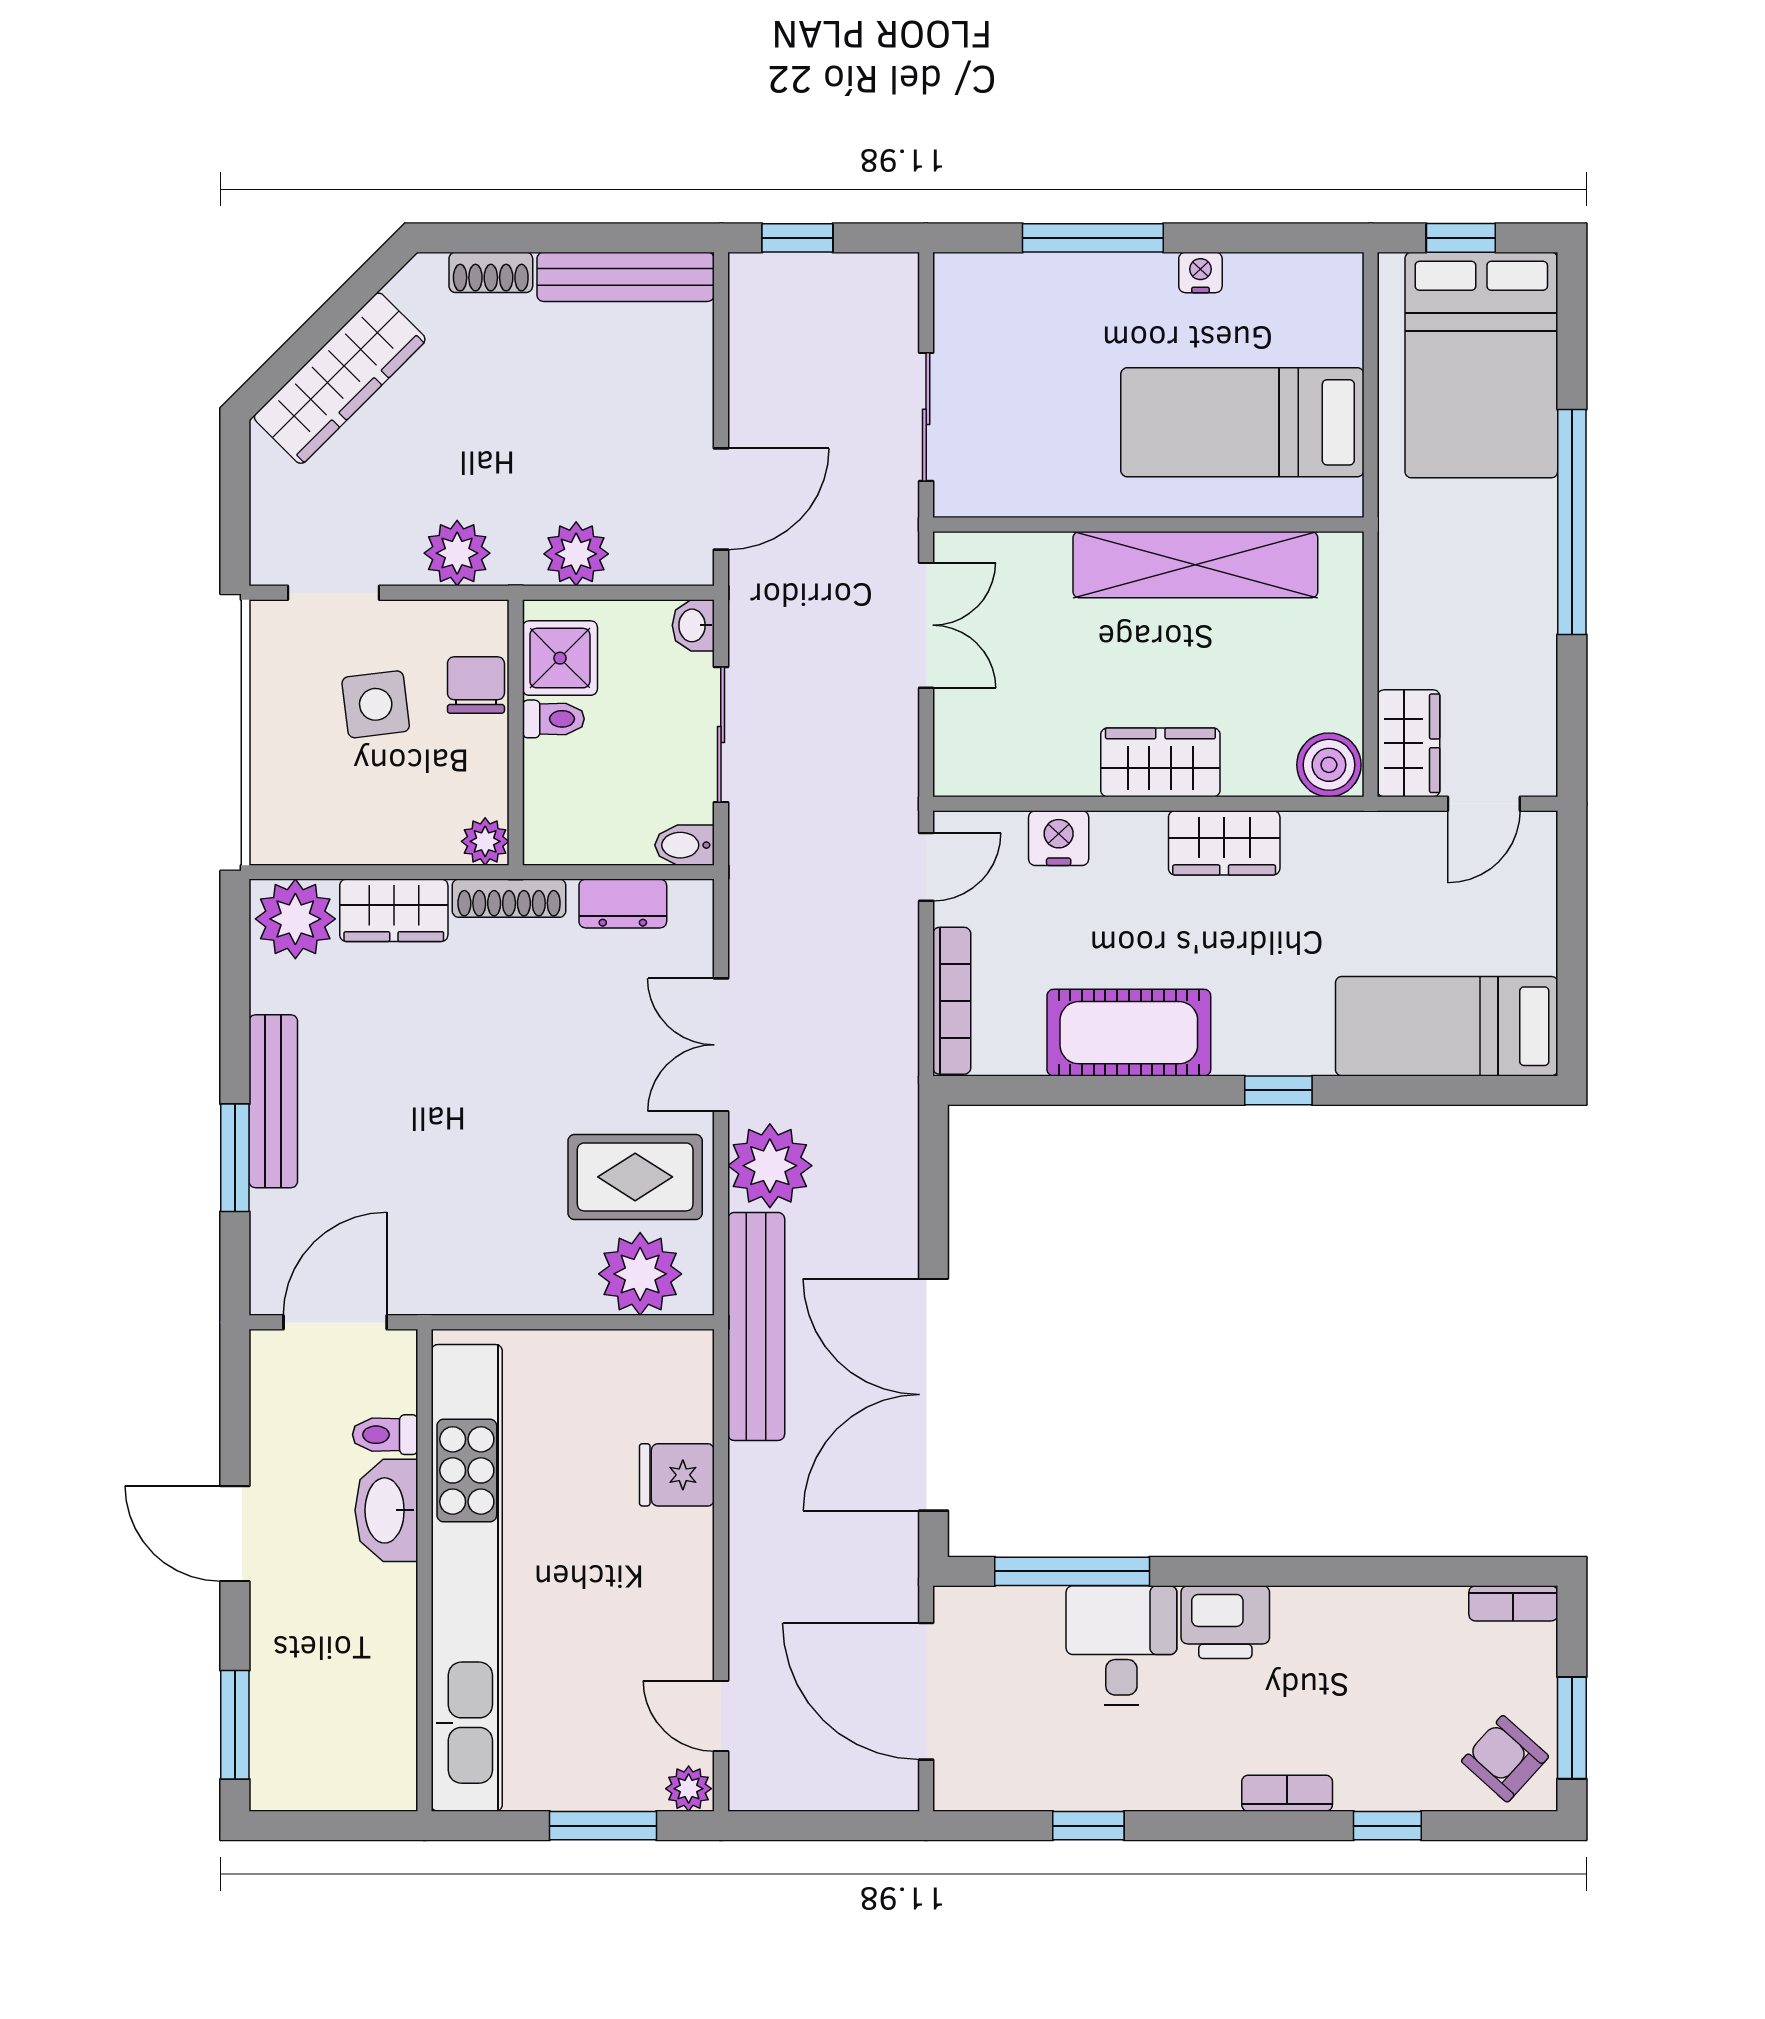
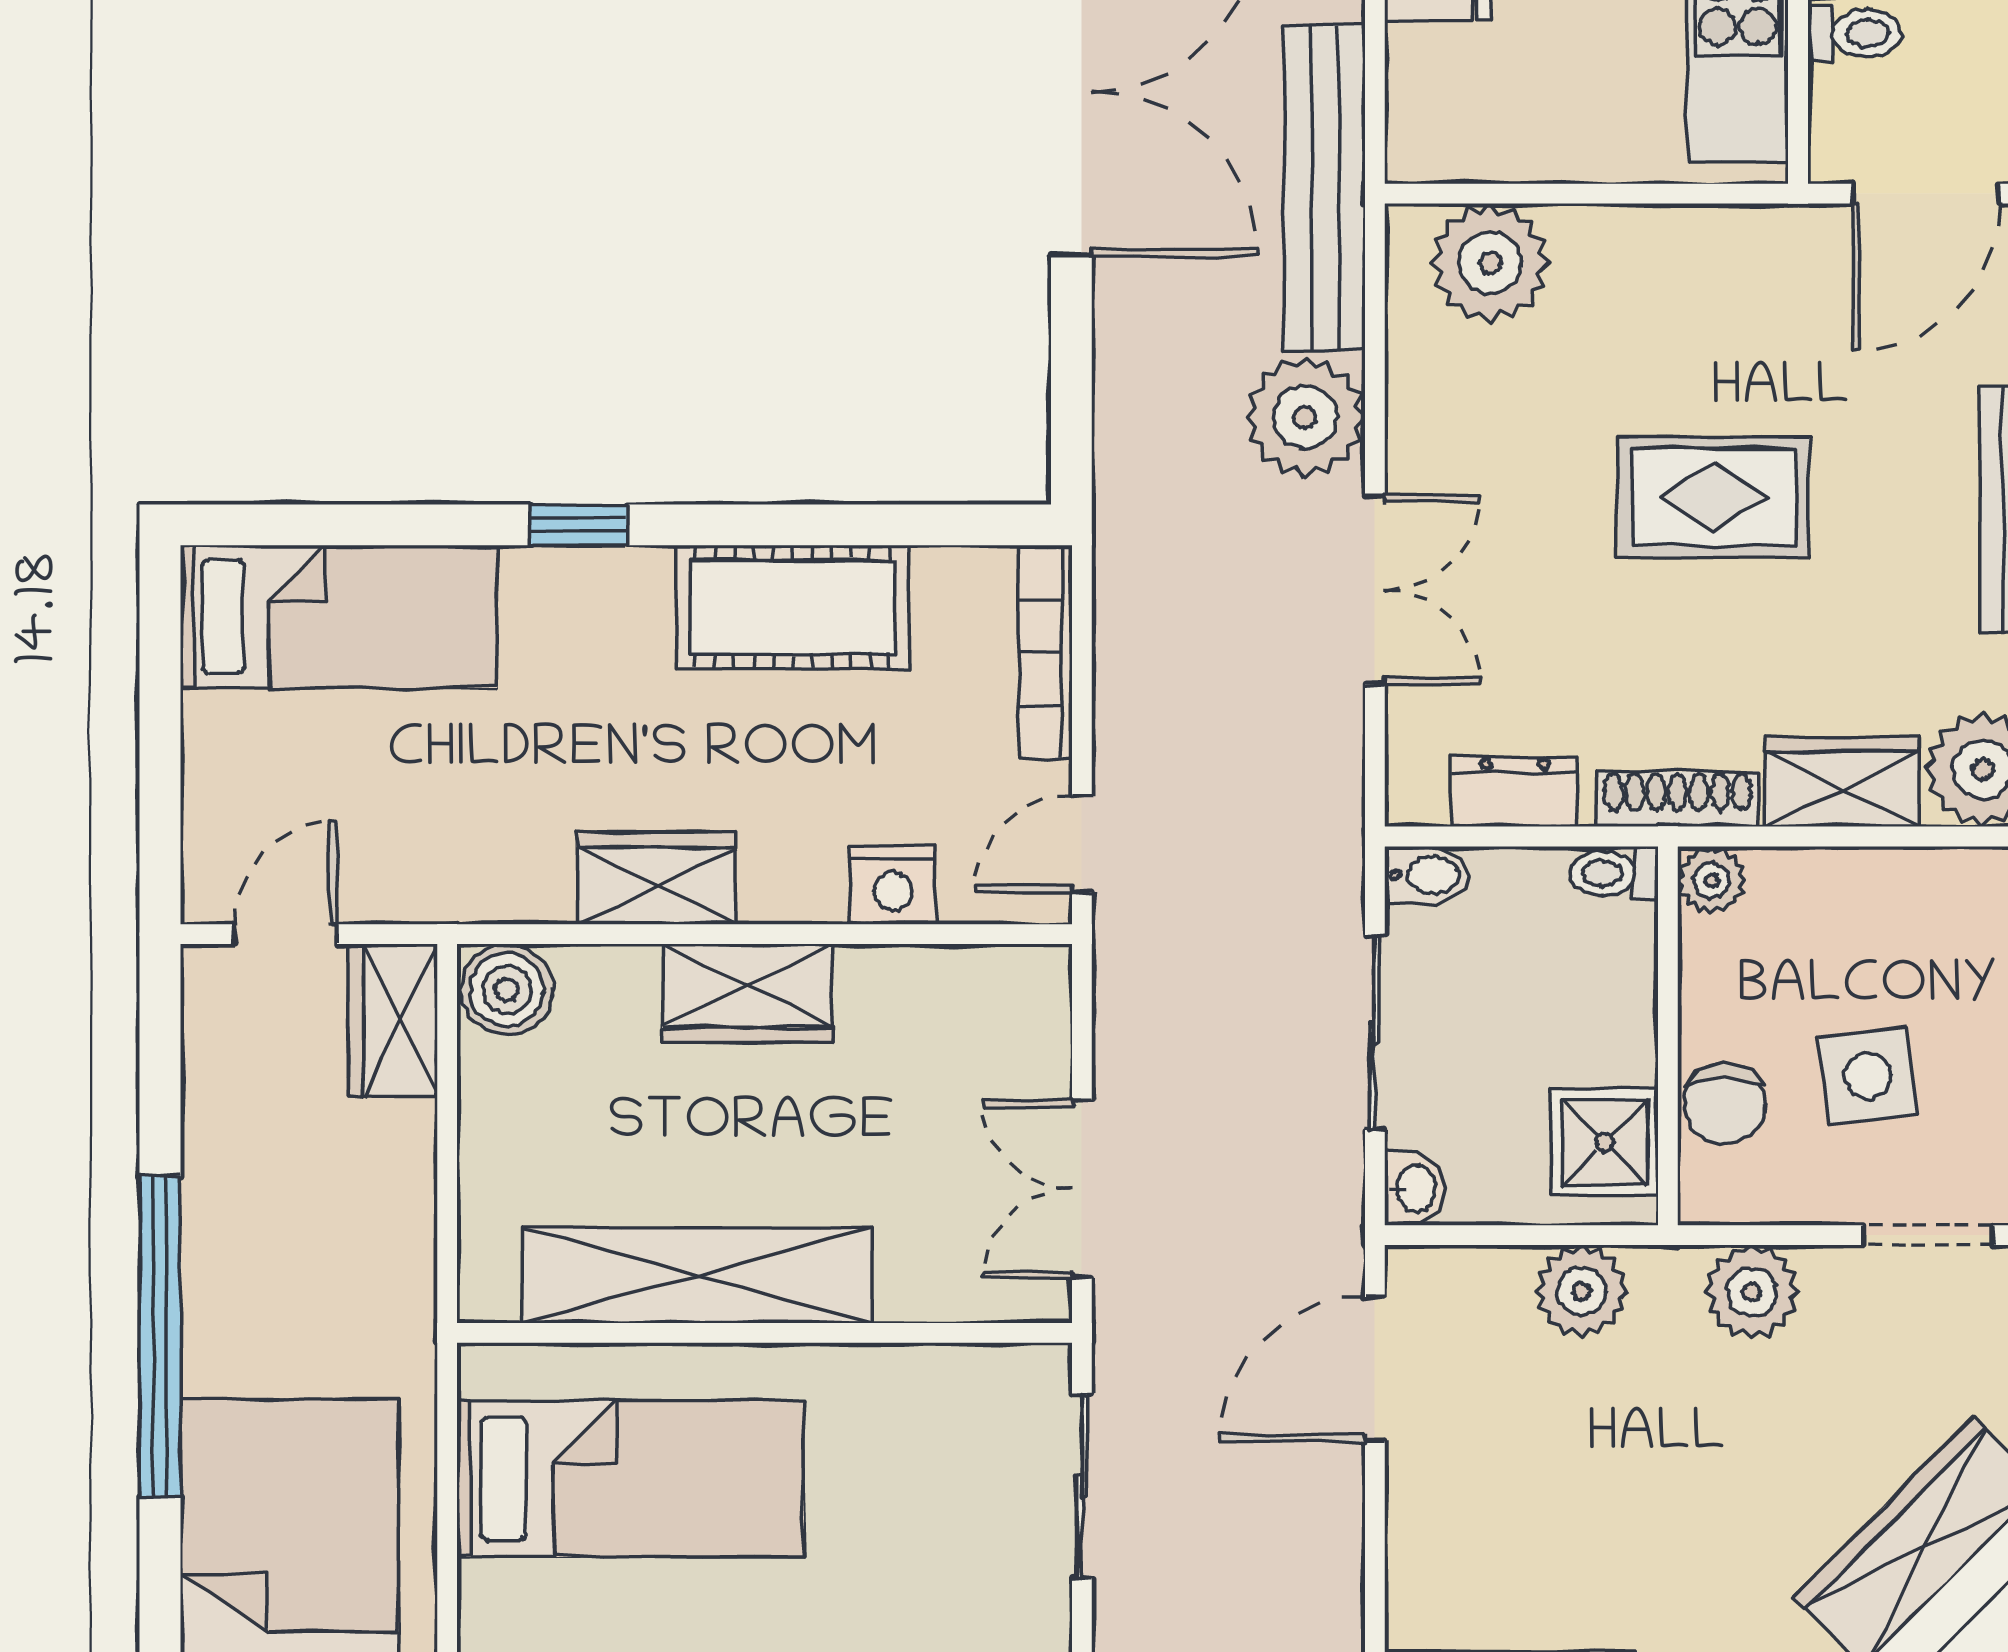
toilet: (553, 719) -> (1614, 873), moved
rug: (635, 1177) -> (1714, 497), moved

